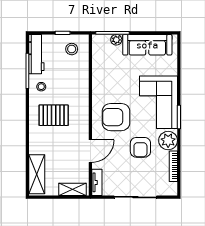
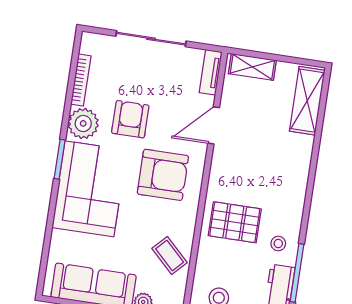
coffee table: (105, 70) -> (170, 255), added
pallet: (54, 115) -> (235, 222), moved

